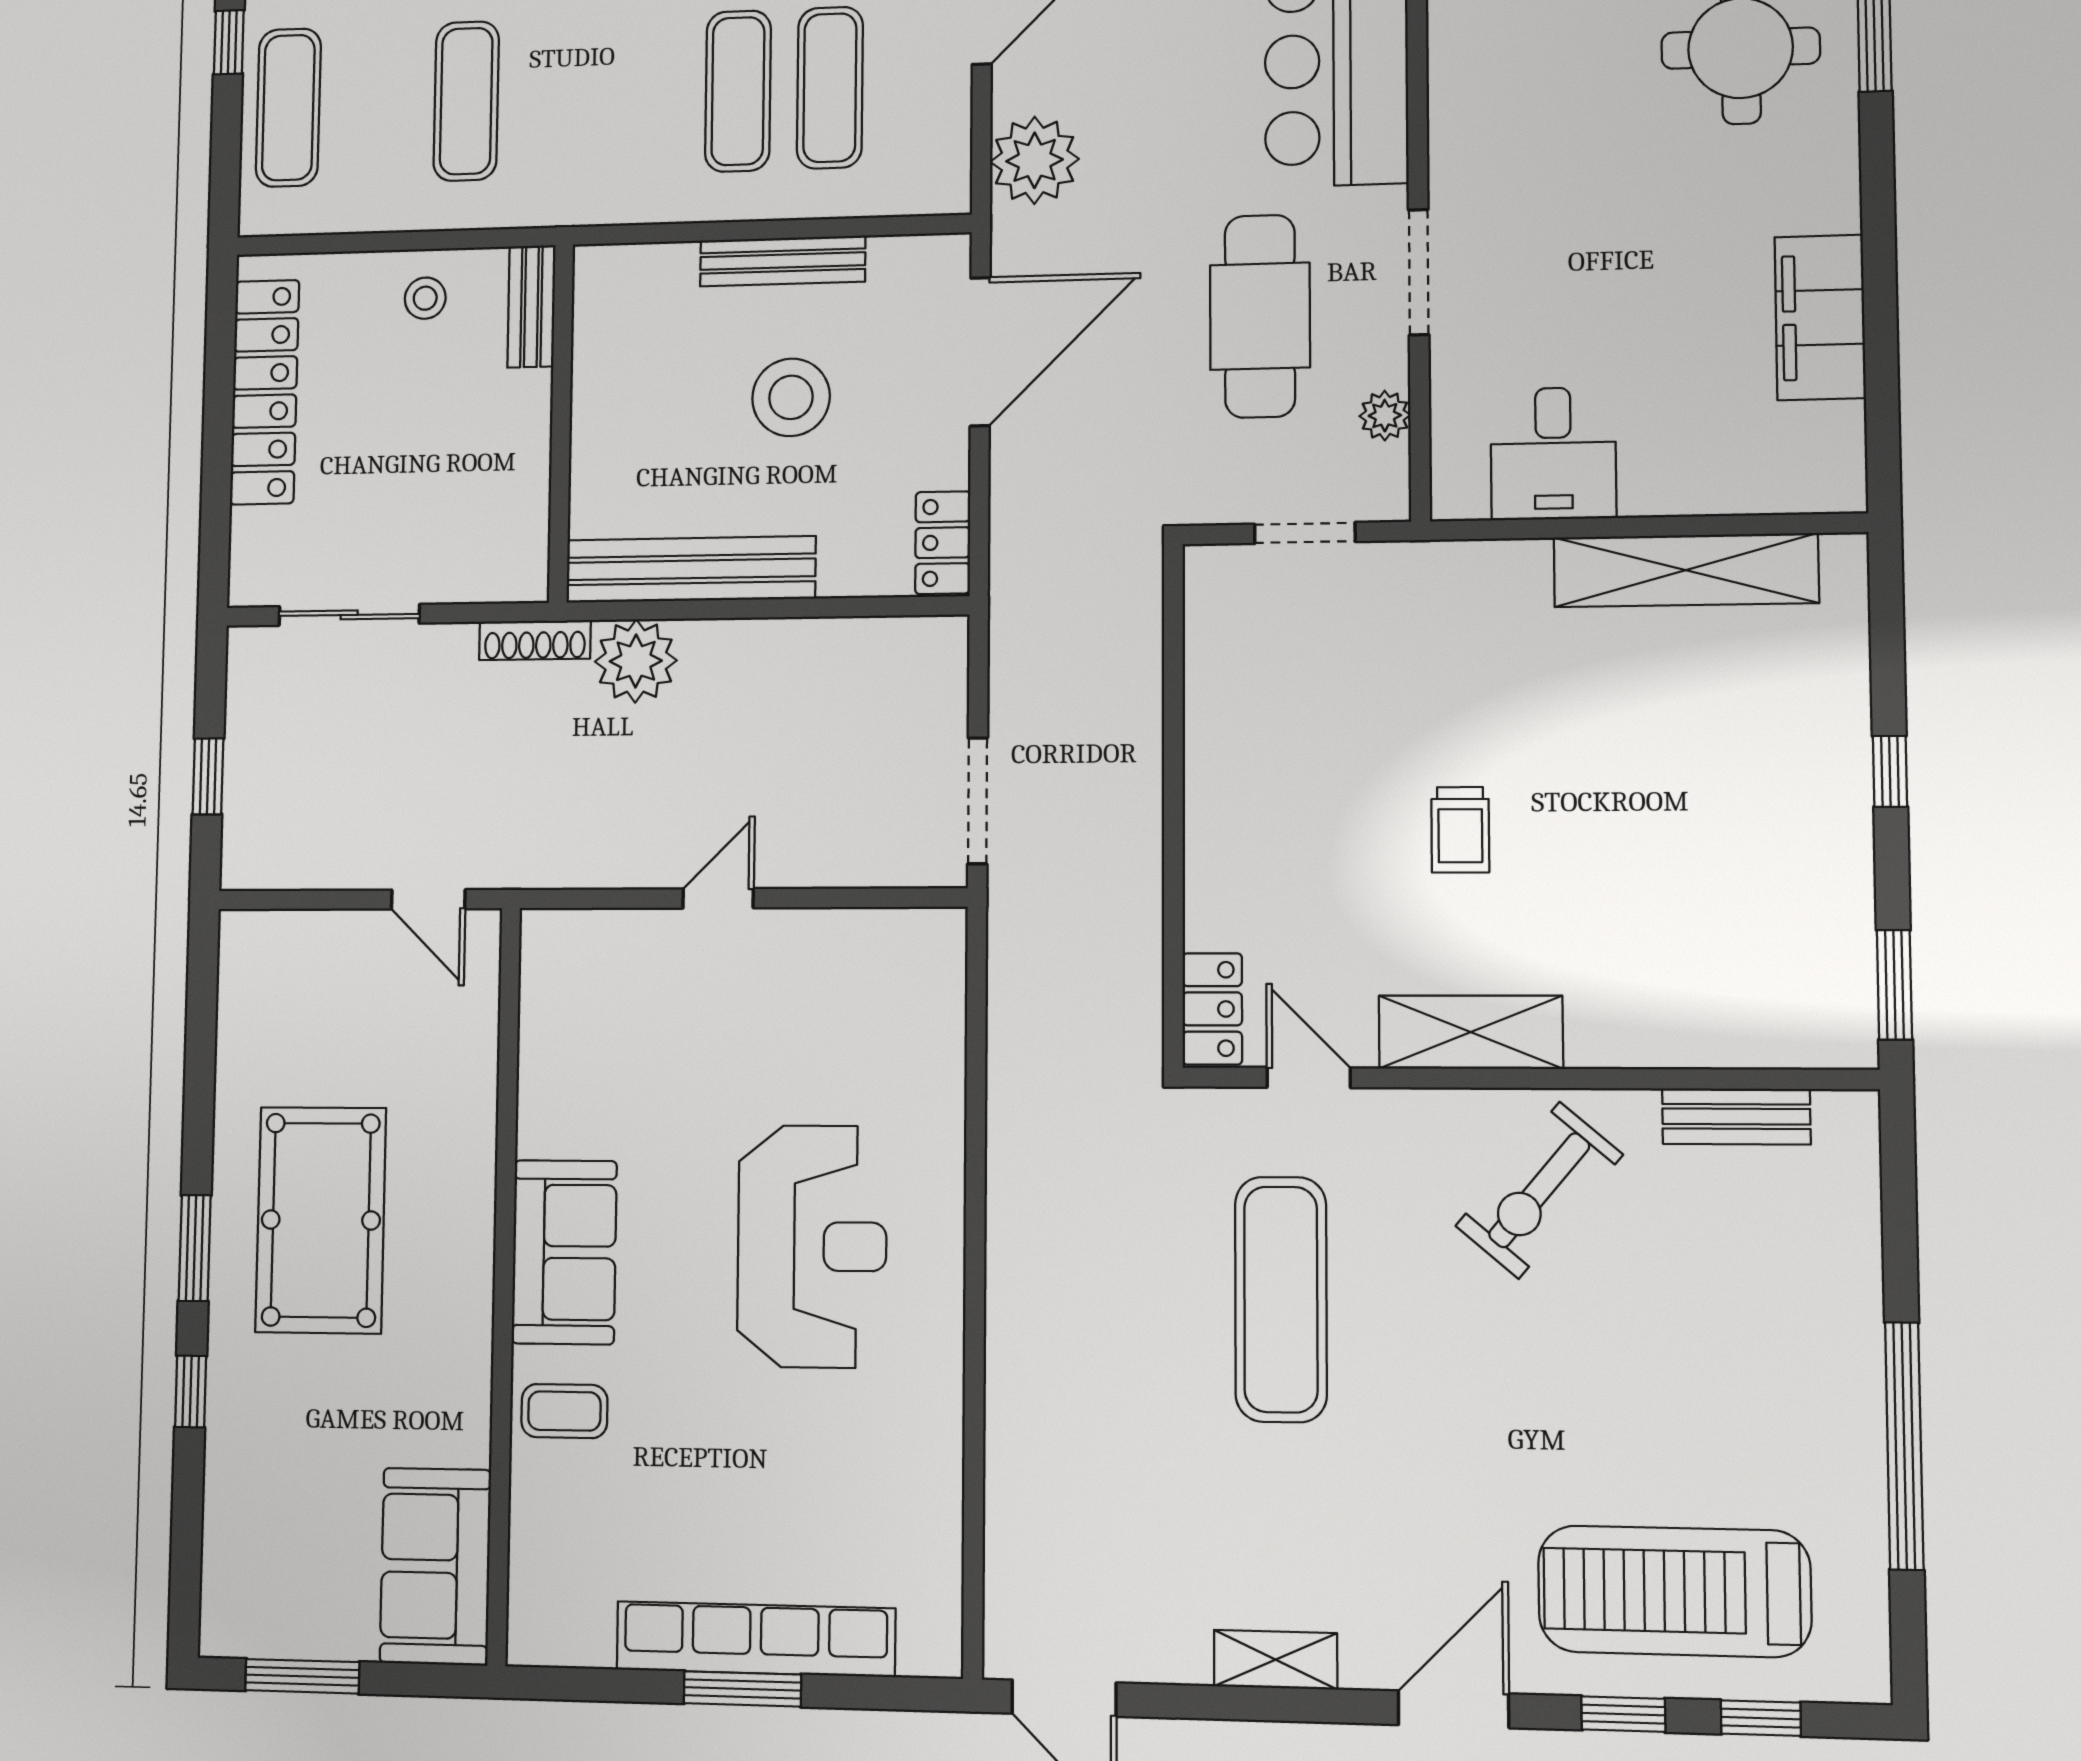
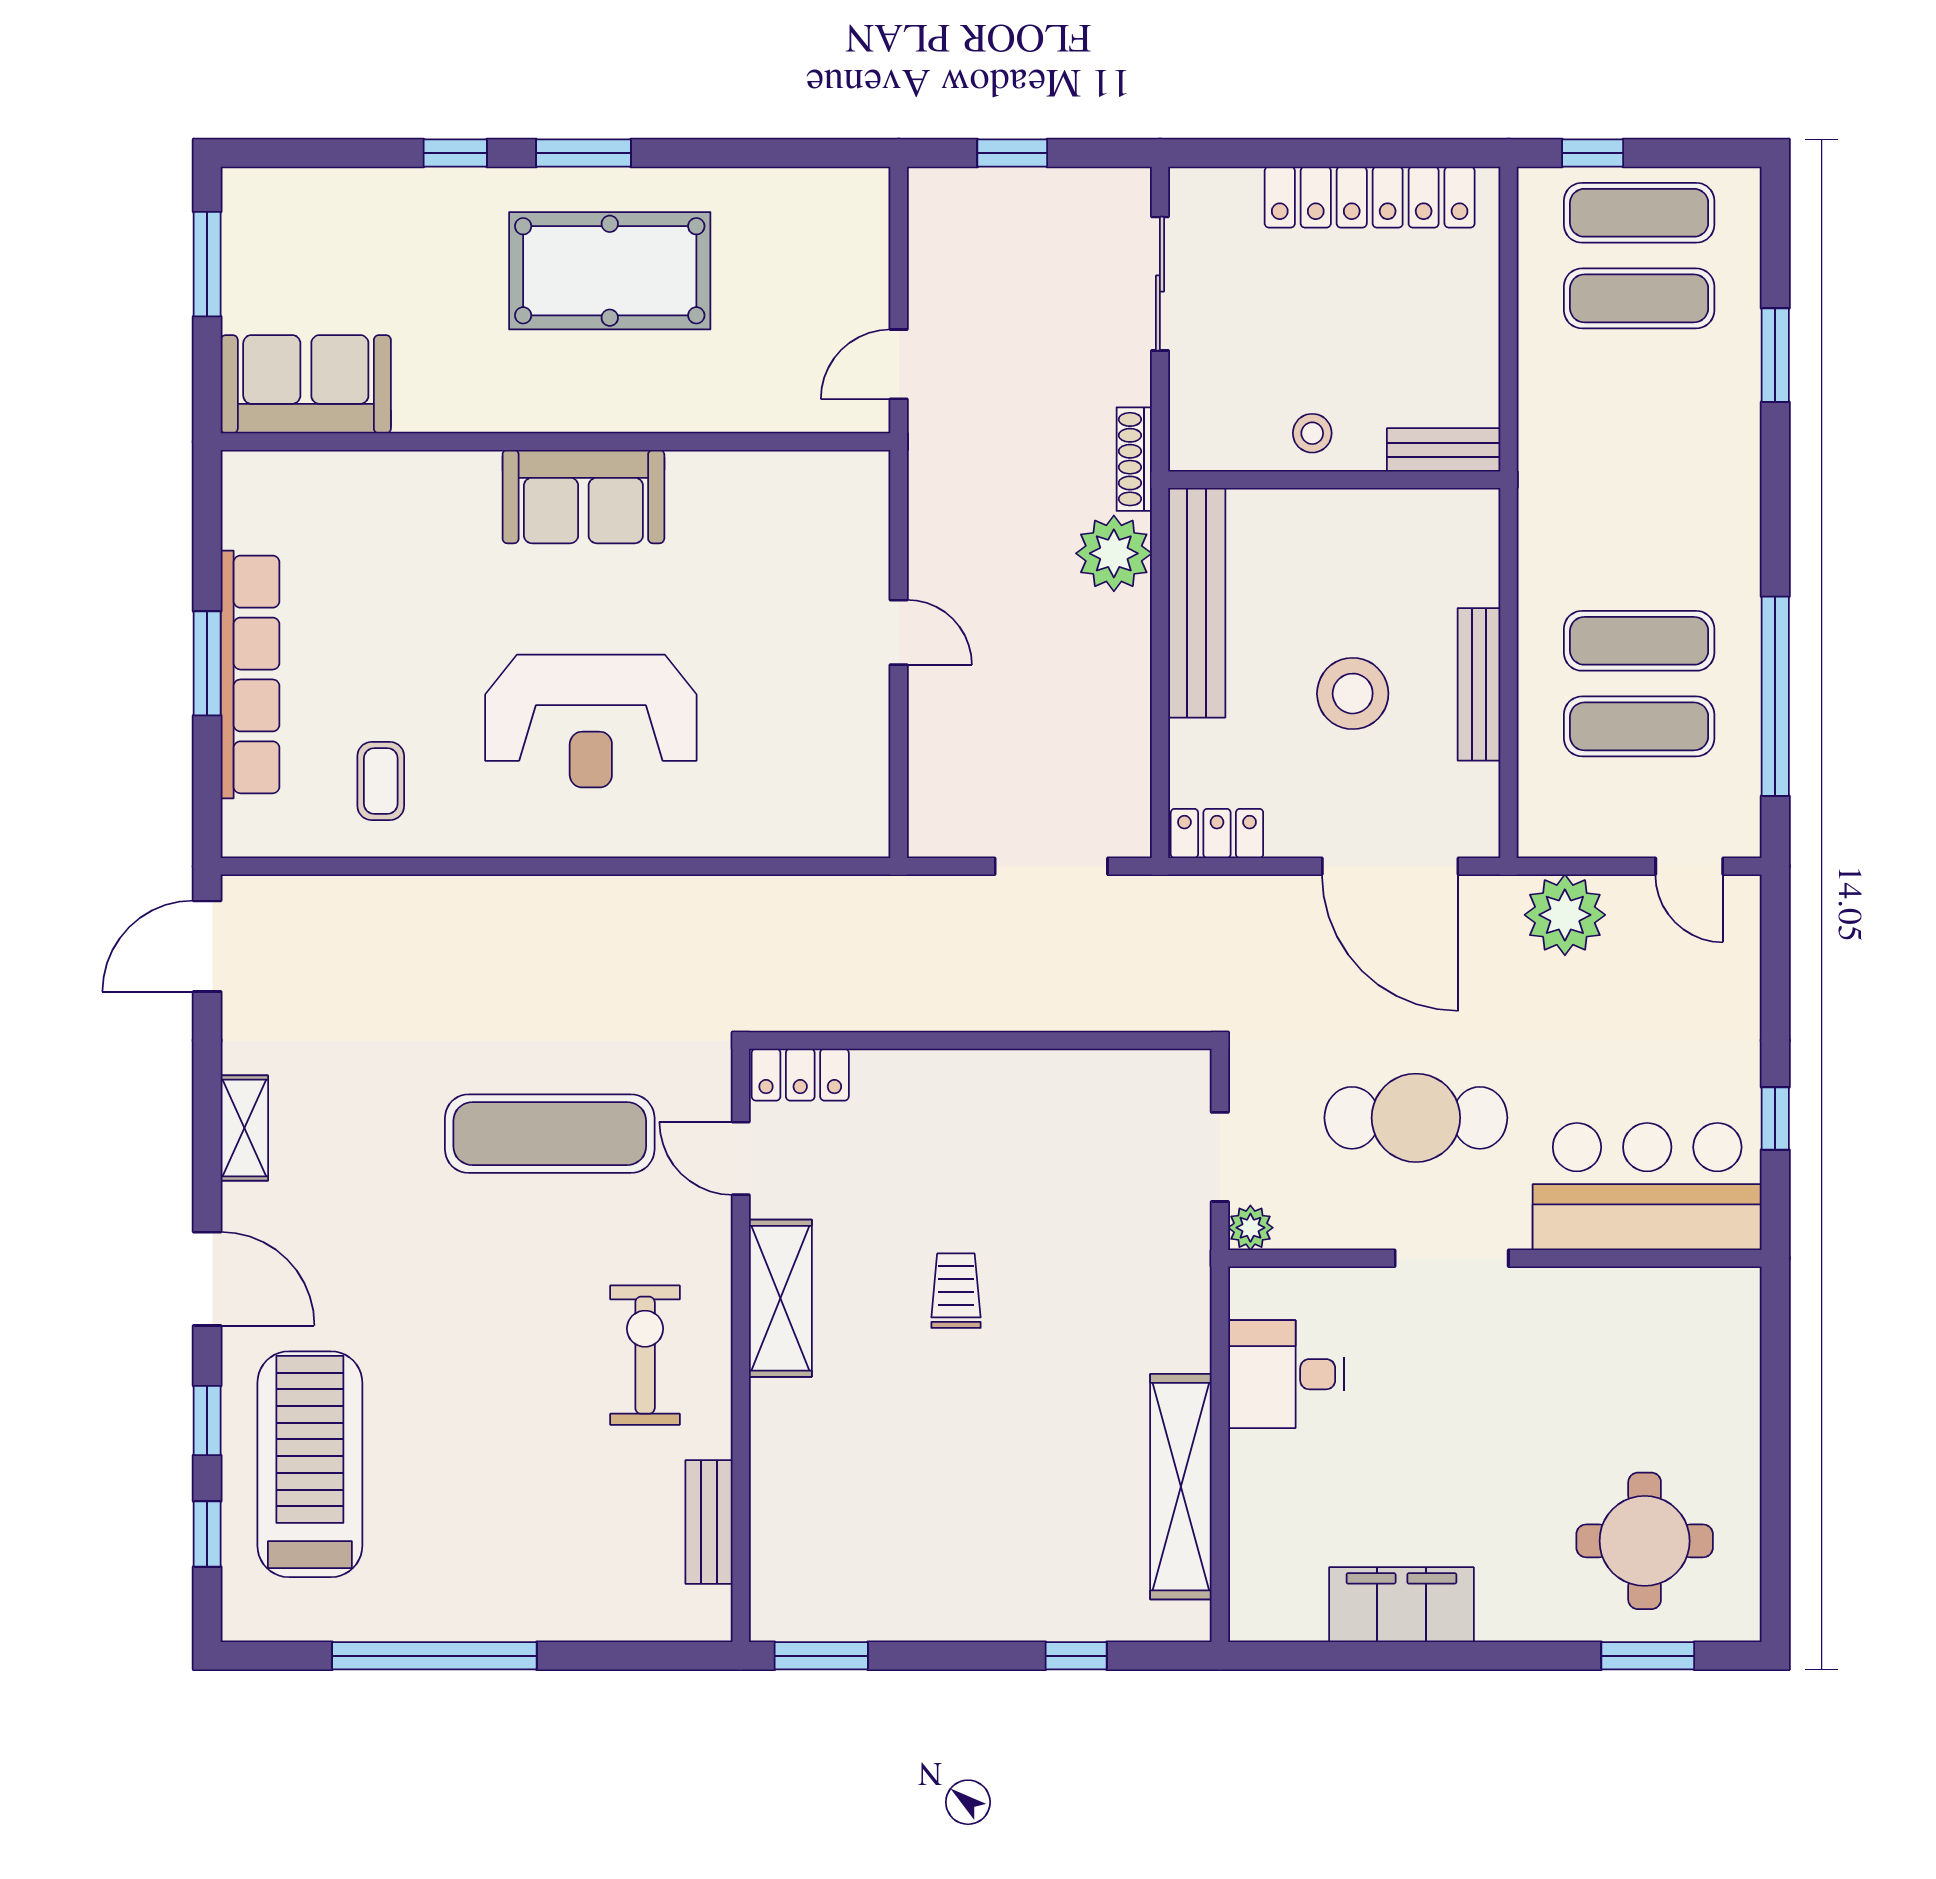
window: (229, 42) -> (1593, 153), moved
exercise mat: (466, 101) -> (1639, 298), moved
stool: (425, 298) -> (1312, 433), moved
plant: (1385, 416) -> (1250, 1228), moved
window: (1890, 771) -> (1076, 1656), moved
doorway: (978, 801) -> (1051, 866), moved
trolley: (1460, 830) -> (956, 1291), turned 90
door: (1309, 1078) -> (741, 1158), swing flipped
exercise bike: (1539, 1190) -> (645, 1355), turned 50
coffee table: (564, 1411) -> (381, 781), moved

